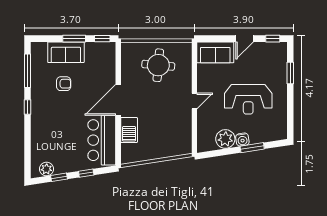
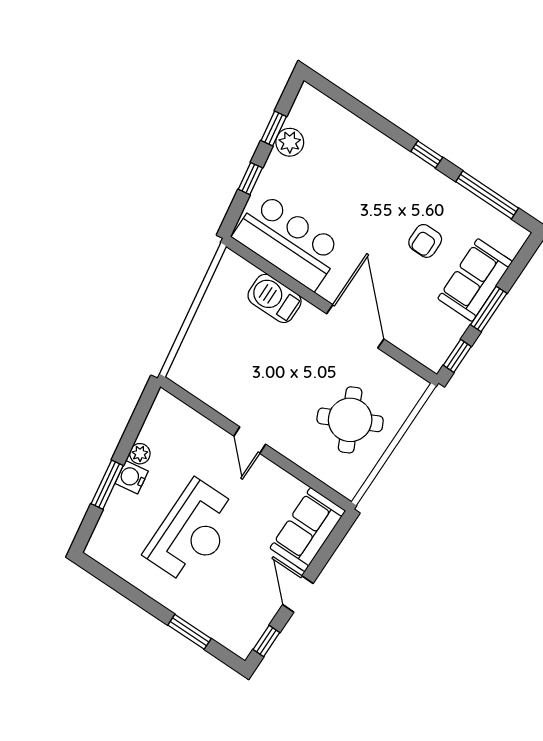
round table: (158, 65) -> (350, 420), turned -31
reception desk: (248, 99) -> (192, 532), turned 180
door: (118, 100) -> (355, 326), moved
plant: (225, 139) -> (140, 454), width x0.53, depth x0.53
plant: (46, 169) -> (290, 142), moved

